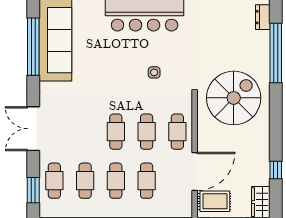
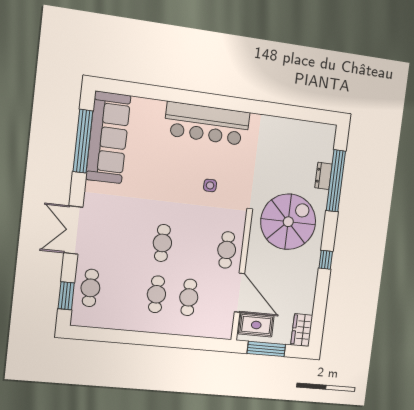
dresser: (263, 17) -> (323, 176), moved
cafe table: (147, 132) -> (195, 246), removed
window: (276, 170) -> (326, 260), moved
door: (195, 171) -> (239, 293), hinge flipped
cafe table: (85, 181) -> (124, 291), removed

